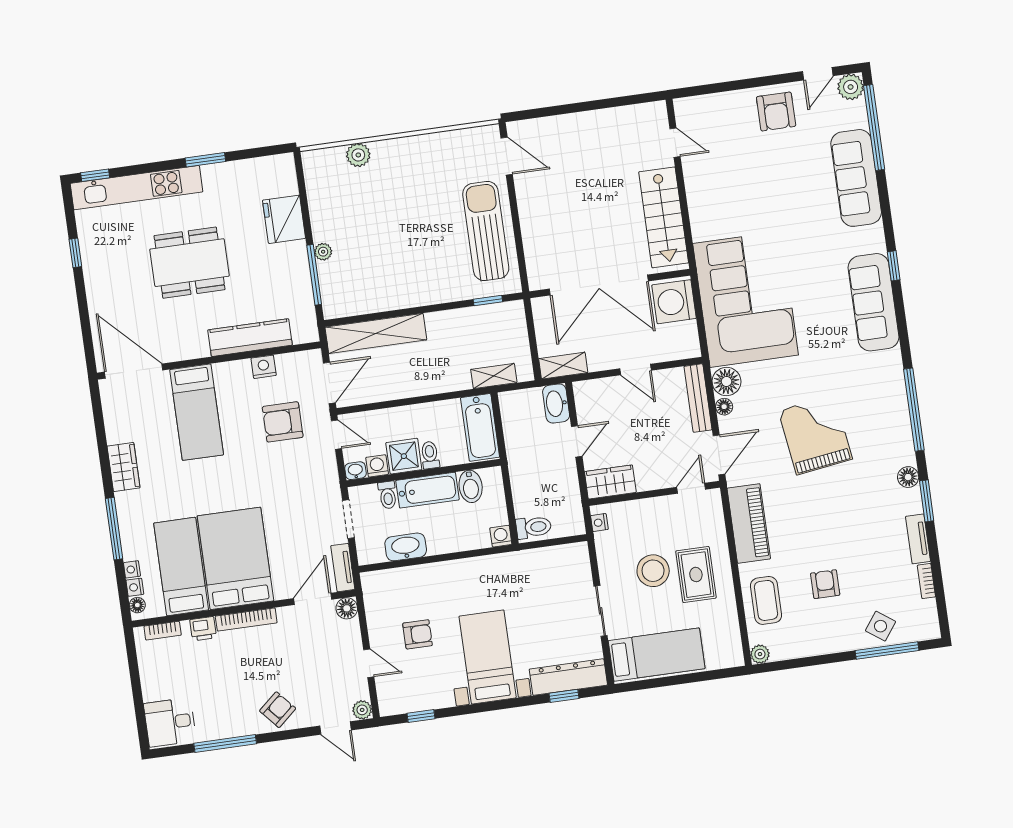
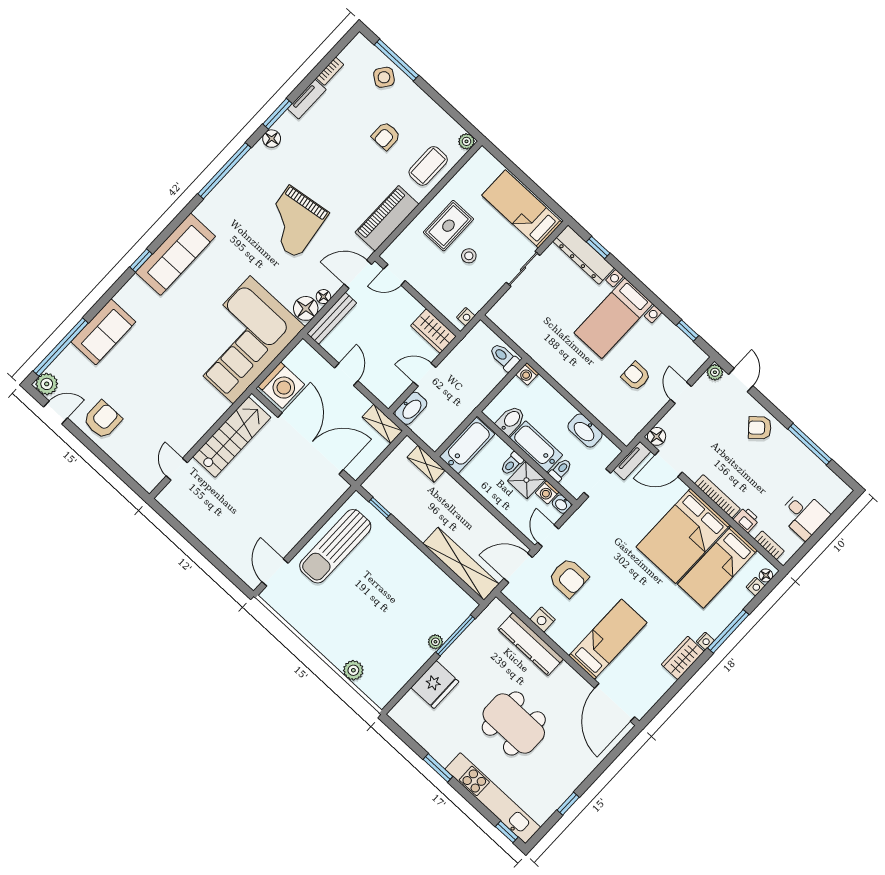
sofa: (856, 178) -> (103, 332), width x0.73
nightstand: (132, 569) -> (705, 641), moved
stool: (653, 571) -> (469, 256), width x0.53, depth x0.53
desk: (170, 722) -> (804, 515), moved

